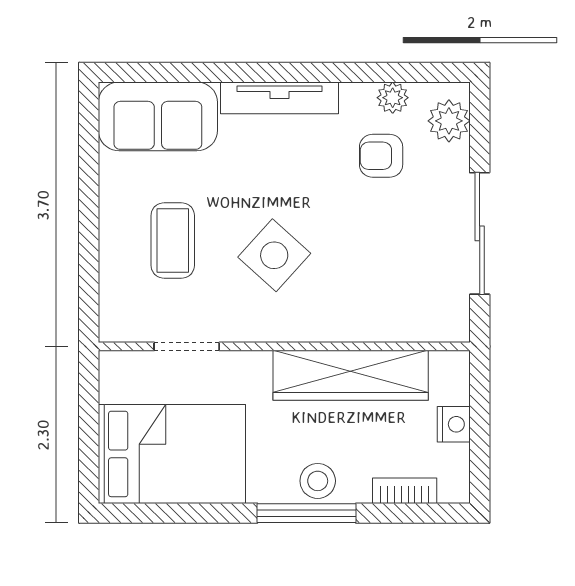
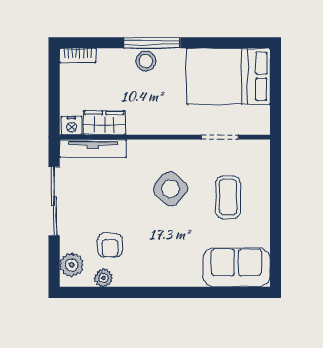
tv unit: (279, 98) -> (93, 148), moved, turned 180
armchair: (381, 156) -> (110, 245), turned 90
wardrobe: (351, 375) -> (104, 123), width x0.48, depth x0.85
nightstand: (454, 424) -> (71, 126), moved, turned -90
bookcase: (405, 491) -> (78, 55), moved

